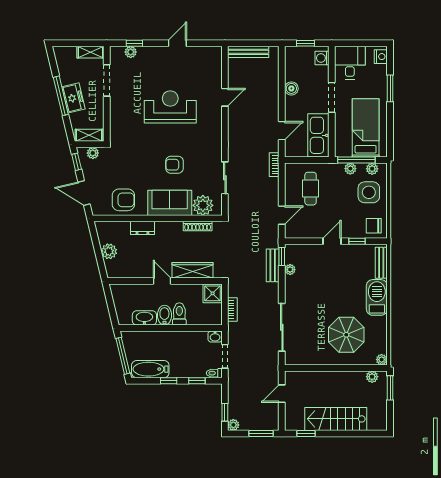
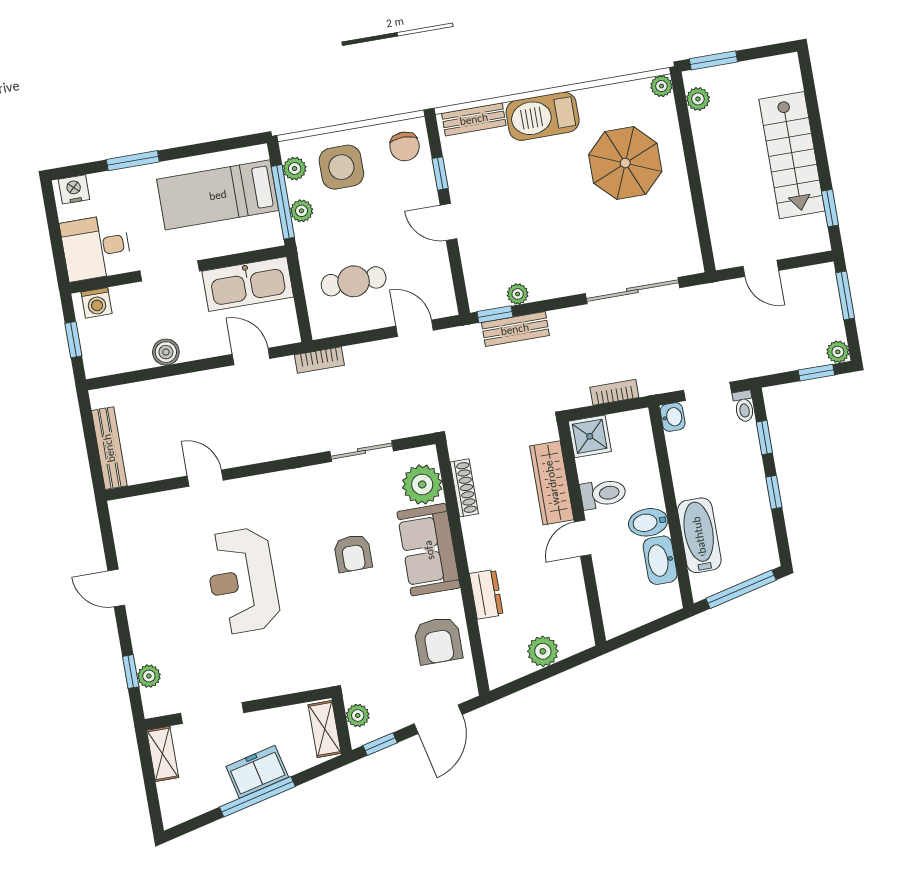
armchair: (123, 200) -> (438, 641), turned 180
toilet: (179, 314) -> (603, 494), moved, turned 180
bathtub: (150, 369) -> (699, 535), moved, turned 180

